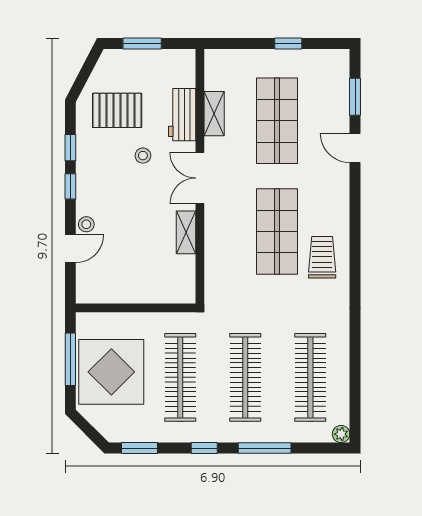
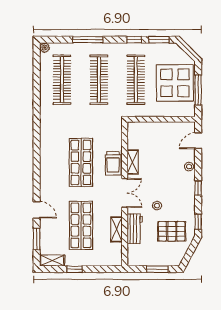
shelving: (328, 59) -> (52, 261), added
window: (70, 148) -> (198, 222), moved
door: (70, 249) -> (198, 141), moved
trolley: (322, 257) -> (113, 163), moved
window: (204, 448) -> (134, 40), moved

